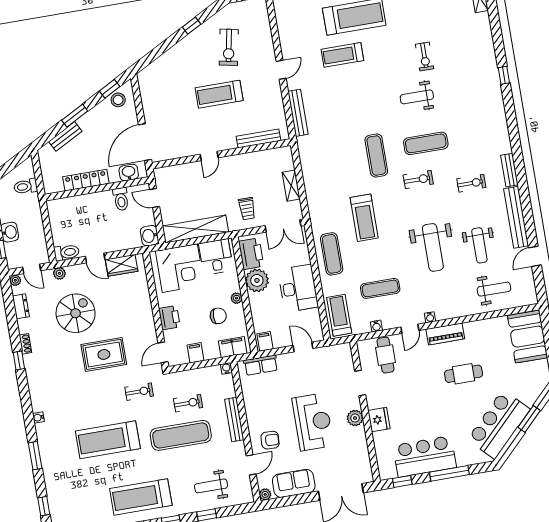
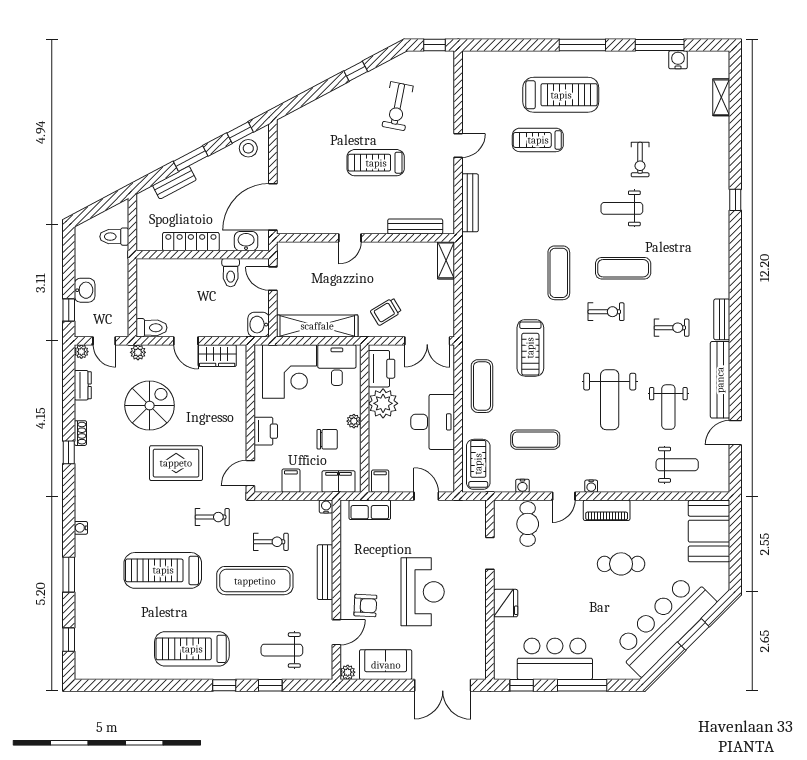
shelving: (291, 186) -> (446, 260), moved
trolley: (247, 209) -> (386, 312), turned 59
plant: (355, 418) -> (476, 596), removed
bar counter: (499, 425) -> (664, 625), width x1.36

